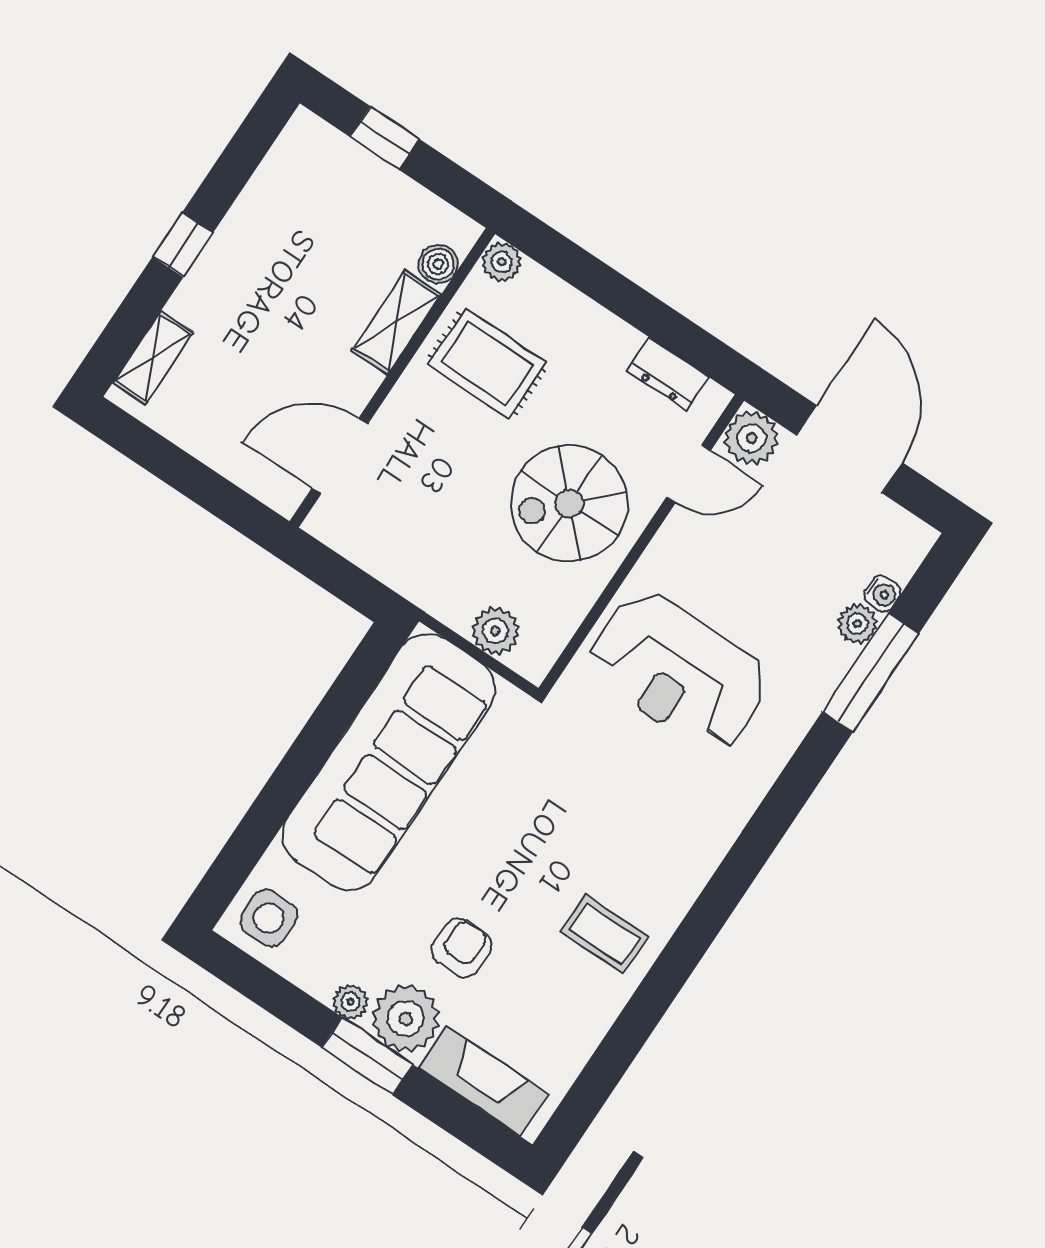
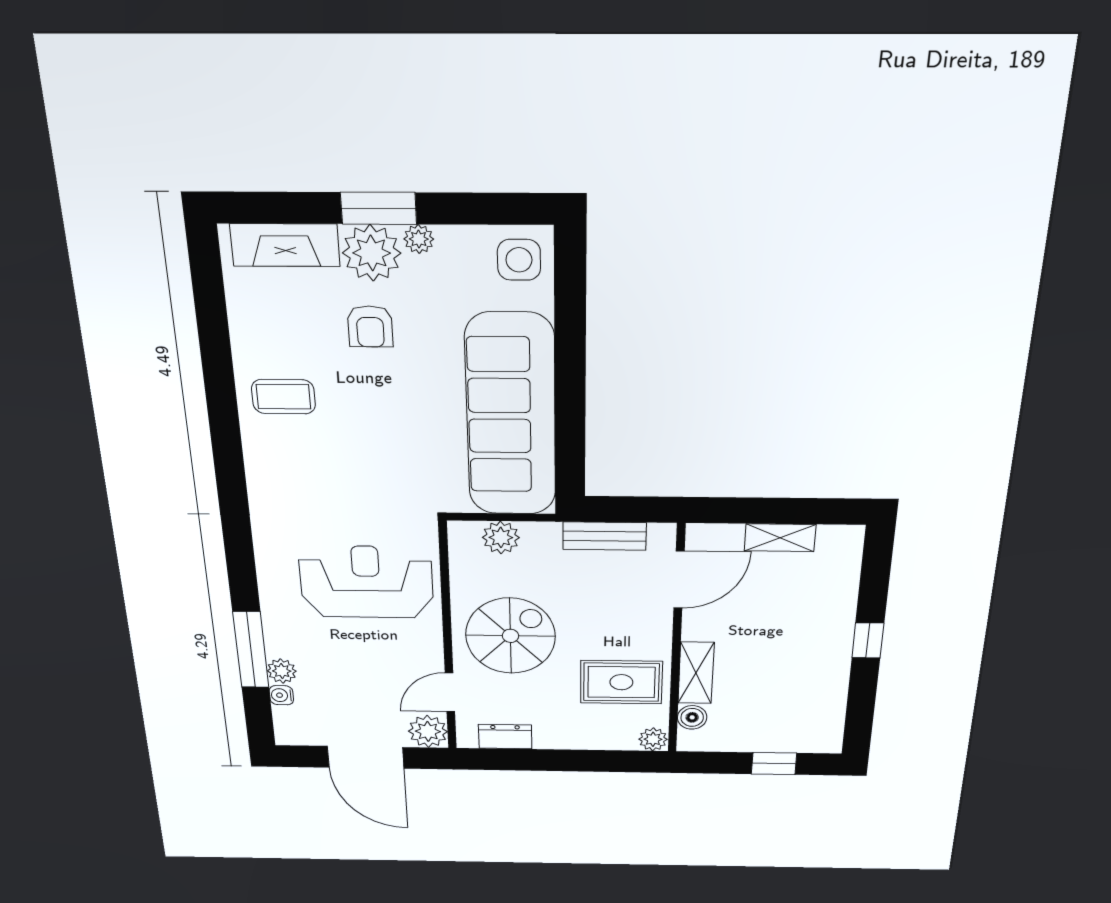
shelving: (153, 358) -> (780, 538), moved, turned 90
bench: (385, 561) -> (604, 536), added

